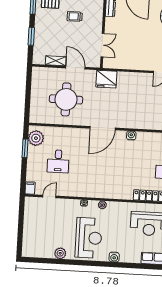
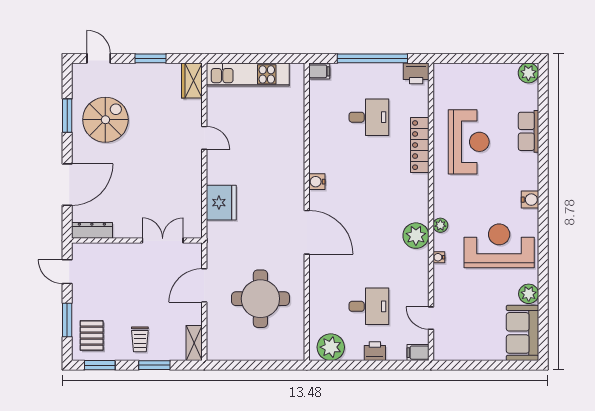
trolley: (75, 16) -> (140, 339), moved
shelving: (56, 61) -> (194, 343), moved
fridge: (106, 79) -> (221, 203), moved
window: (25, 148) -> (350, 365), removed
printer: (32, 163) -> (375, 351), added
plant: (97, 191) -> (416, 236), added
sofa: (38, 248) -> (522, 333), added

